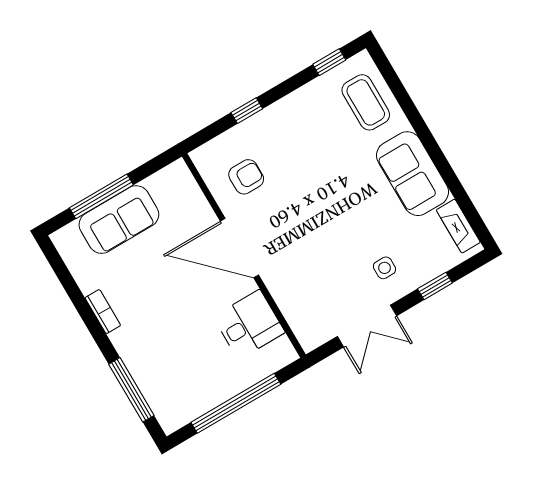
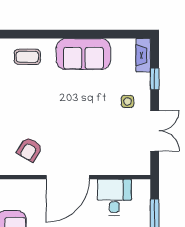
coffee table: (366, 102) -> (27, 57), width x0.73, depth x0.77
armchair: (246, 177) -> (30, 149), turned -149
fireplace: (458, 226) -> (143, 55), moved, turned 90

